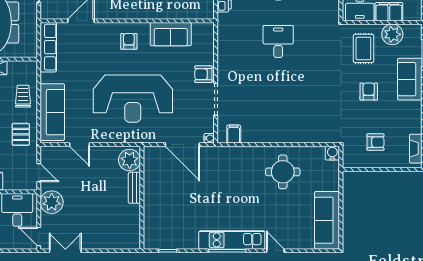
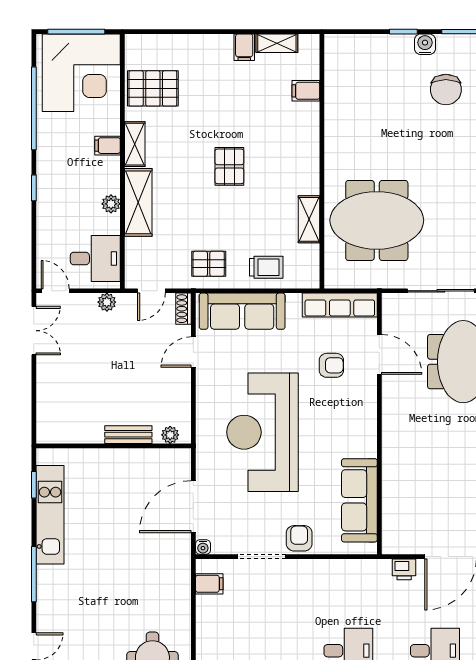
sofa: (171, 34) -> (359, 500), width x1.36
armchair: (129, 41) -> (331, 365), moved
shoe rack: (51, 151) -> (183, 309), added
plant: (130, 160) -> (170, 435), width x0.53, depth x0.53
plant: (52, 202) -> (107, 302), width x0.53, depth x0.53
door: (39, 237) -> (55, 291), hinge flipped
kitchen unit: (232, 240) -> (50, 515), moved

